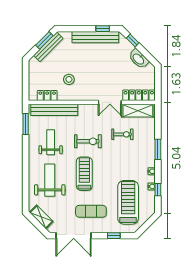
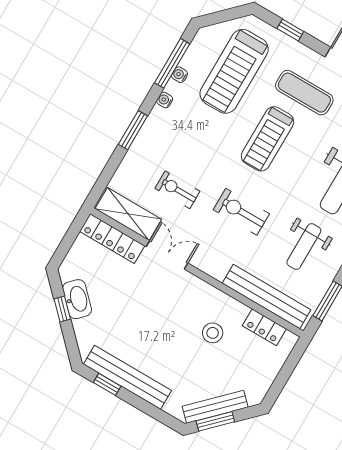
window: (133, 41) -> (62, 309), moved
treadmill: (84, 174) -> (267, 139), moved
window: (158, 190) -> (172, 63), width x2.17

